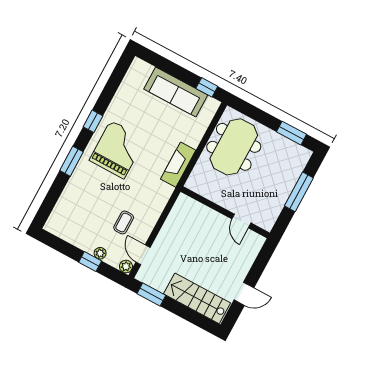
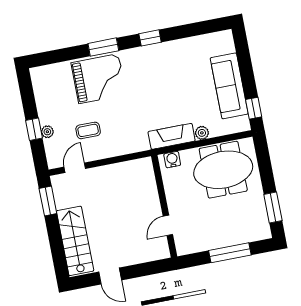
grand piano: (117, 150) -> (99, 79), moved
water cooler: (196, 178) -> (172, 160), added
plant: (126, 266) -> (202, 133), moved

